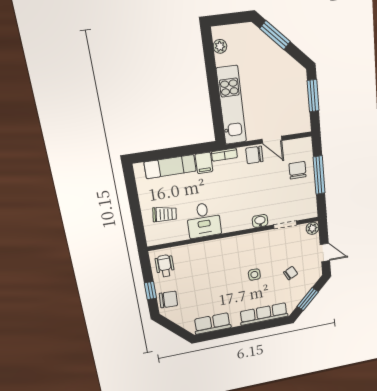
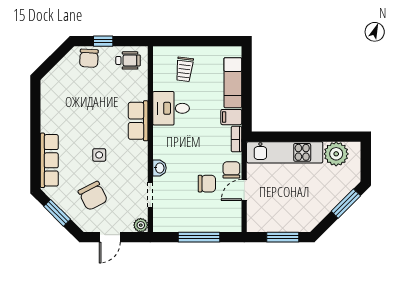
plant: (220, 46) -> (336, 154), width x1.87, depth x1.87
chair: (298, 170) -> (207, 184), moved
chair: (291, 273) -> (93, 196), width x1.87, depth x1.87
row of seats: (212, 323) -> (138, 121), moved, turned 180

